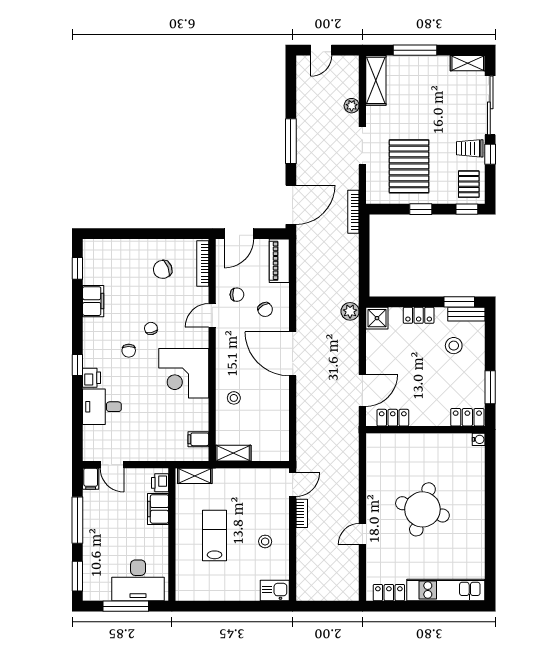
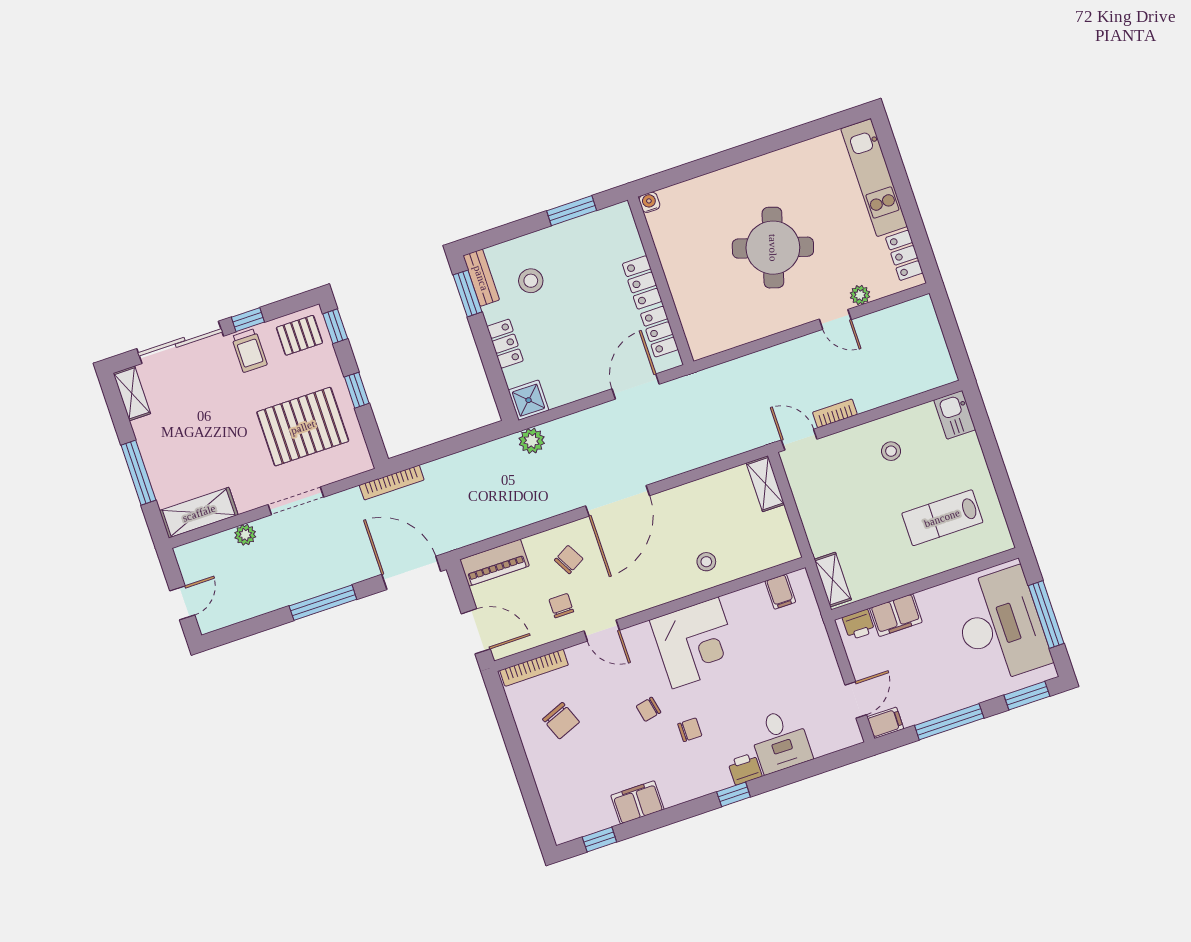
door: (321, 50) -> (182, 603), hinge flipped
door: (362, 390) -> (636, 387), hinge flipped
locker: (467, 417) -> (642, 282), moved
shelving: (233, 453) -> (765, 484), moved
lab bench: (215, 536) -> (942, 518), moved
plant: (373, 555) -> (860, 295), added
desk: (138, 580) -> (1000, 626), width x1.36, depth x1.30

